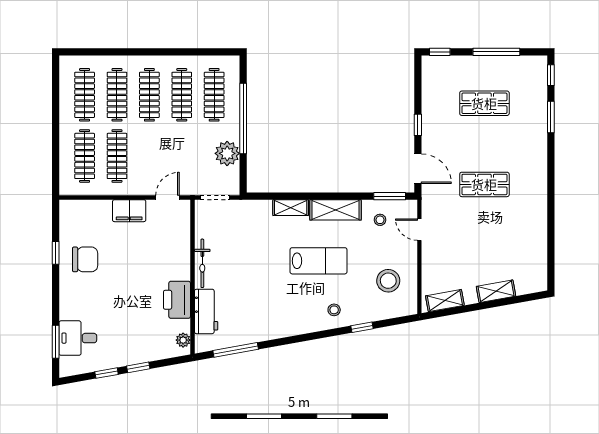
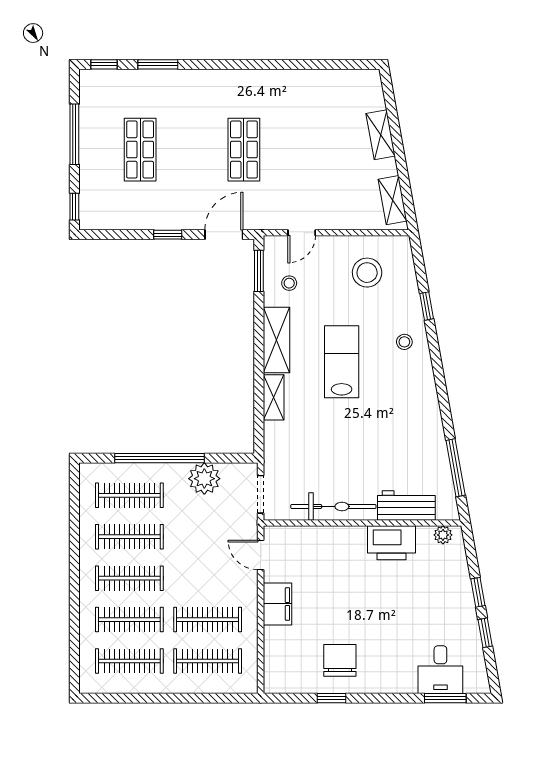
bicycle: (202, 263) -> (333, 507), width x1.37, depth x1.40

